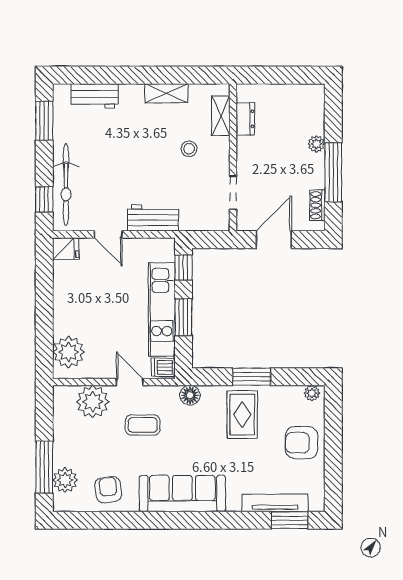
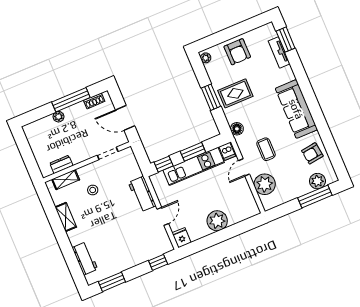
bicycle: (66, 185) -> (144, 253), removed
plant: (69, 352) -> (217, 221), moved
tv unit: (275, 503) -> (279, 52), width x0.71

